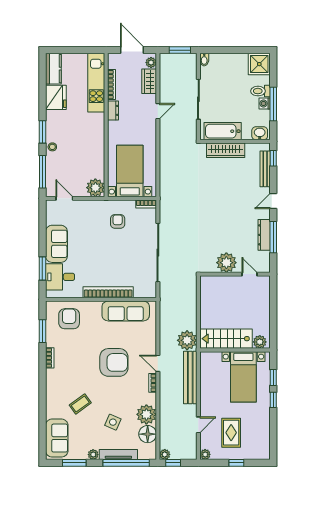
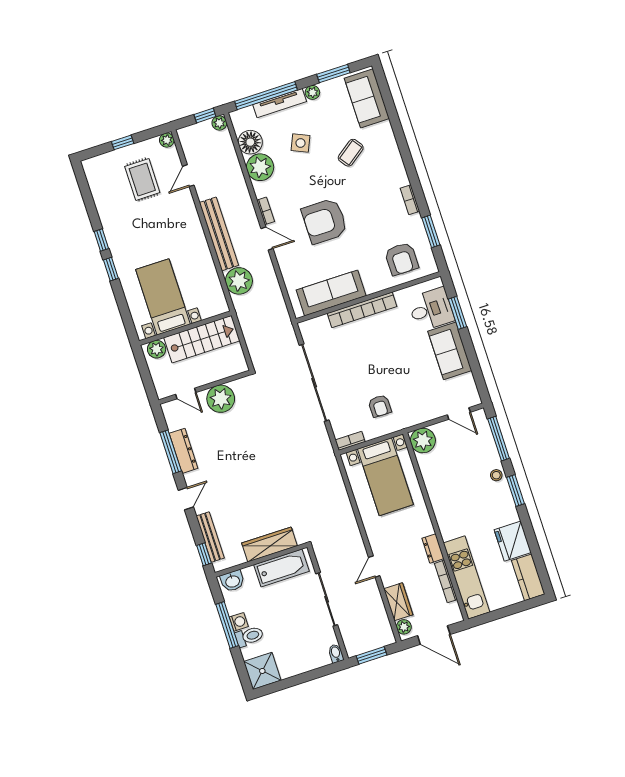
stairs: (226, 339) -> (202, 339), moved
plant: (260, 342) -> (157, 349), moved
wall: (235, 350) -> (185, 328), moved
bed with nightstands: (243, 377) -> (163, 297), moved

